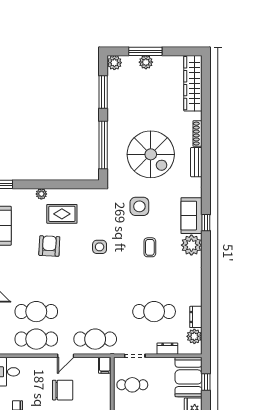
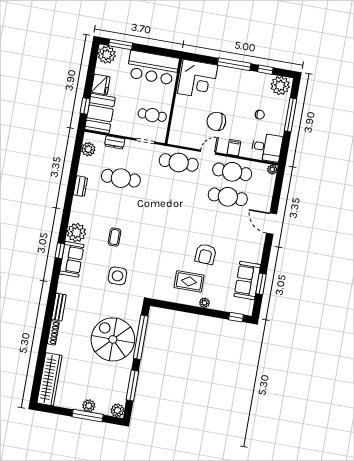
spiral stairs: (151, 154) -> (113, 339), moved
side table: (100, 247) -> (160, 245), removed
dresser: (196, 317) -> (80, 186), moved
filing cabinet: (105, 365) -> (234, 148), moved

